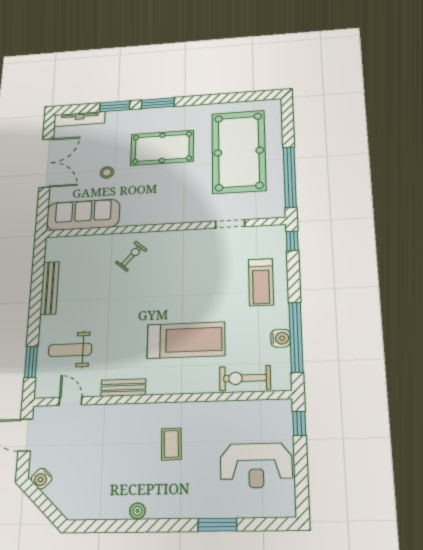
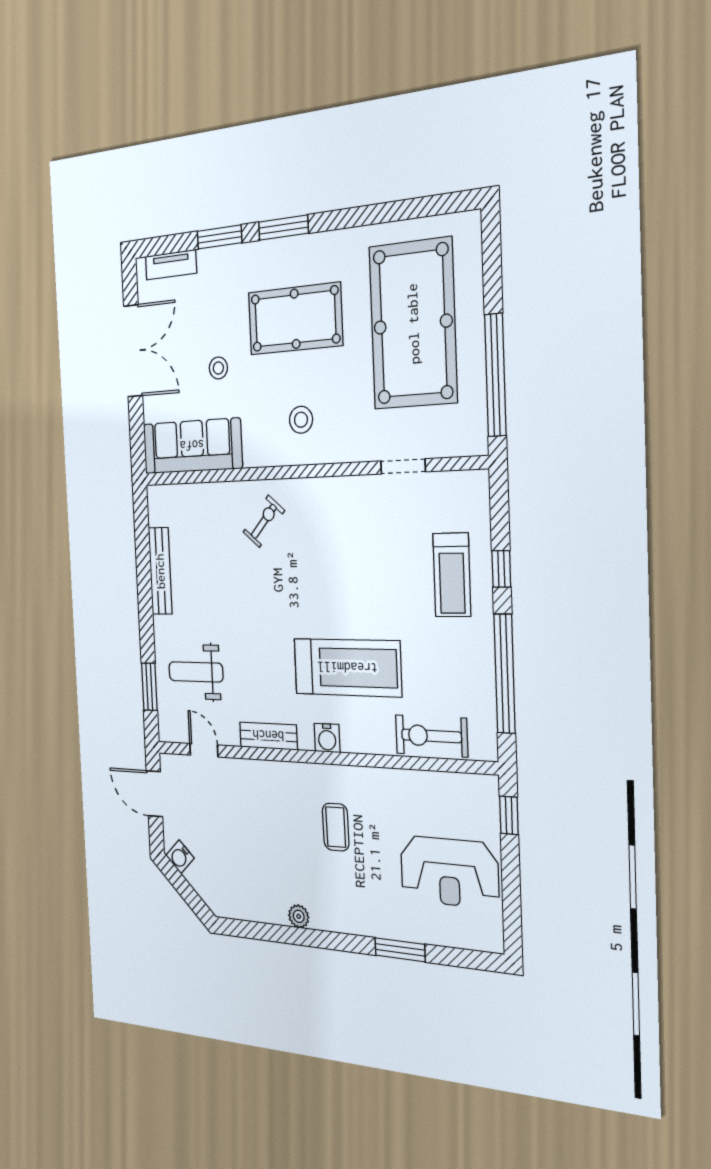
tv unit: (80, 119) -> (171, 265), width x0.71
stool: (162, 200) -> (301, 420), added
window: (292, 241) -> (501, 569), moved
water cooler: (281, 338) -> (327, 738), moved, turned 90

